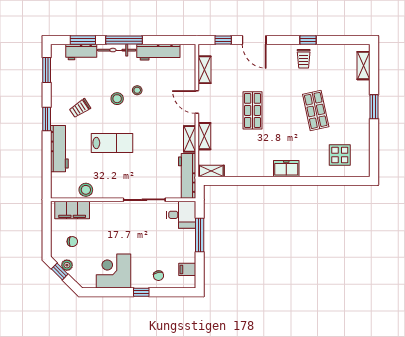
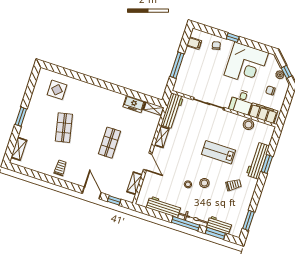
window: (308, 40) -> (53, 180), removed
window: (47, 119) -> (267, 164), moved
shelving: (204, 136) -> (150, 135), removed
freezer: (286, 169) -> (134, 104), moved
desk: (181, 215) -> (241, 102), moved, turned -90
corner desk: (113, 271) -> (246, 64), width x1.36, depth x1.36

